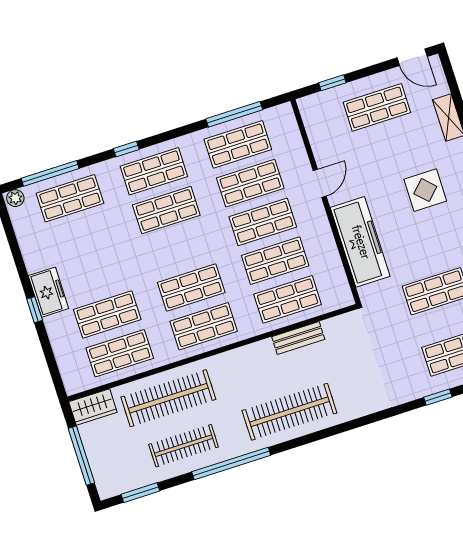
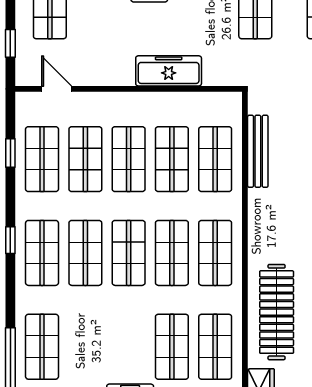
window: (234, 114) -> (10, 153), width x0.46
window: (126, 149) -> (10, 240), moved
door: (320, 183) -> (57, 89), moved
freezer: (360, 242) -> (169, 71), width x0.73, depth x0.79
shop shelf: (179, 249) -> (129, 253), added
bench: (298, 338) -> (258, 151), width x1.36

